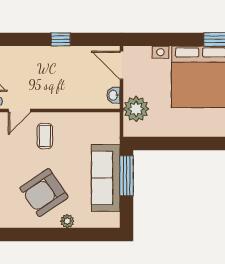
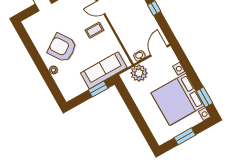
window: (127, 176) -> (98, 89), width x0.69
sofa: (106, 178) -> (104, 70), moved

